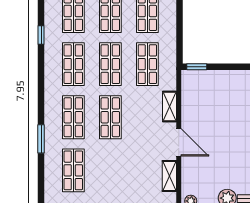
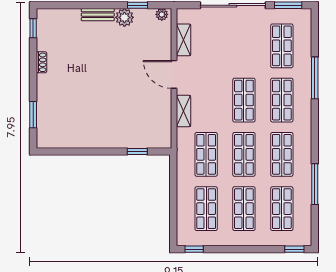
window: (41, 35) -> (315, 184), width x2.17
window: (197, 67) -> (137, 152), moved
window: (41, 139) -> (315, 78), width x1.44

